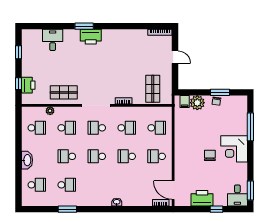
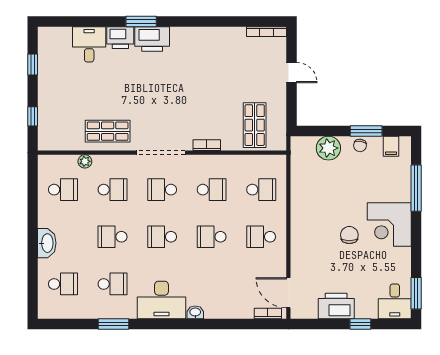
printer: (28, 85) -> (120, 38), moved, turned 90
filing cabinet: (185, 102) -> (391, 146), moved
desk: (96, 195) -> (162, 300), added

